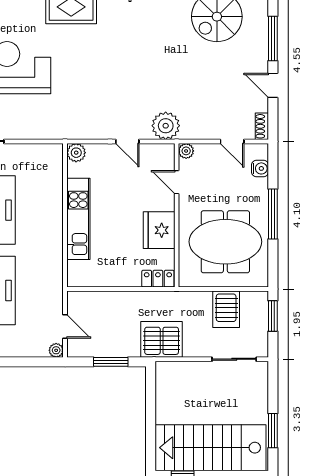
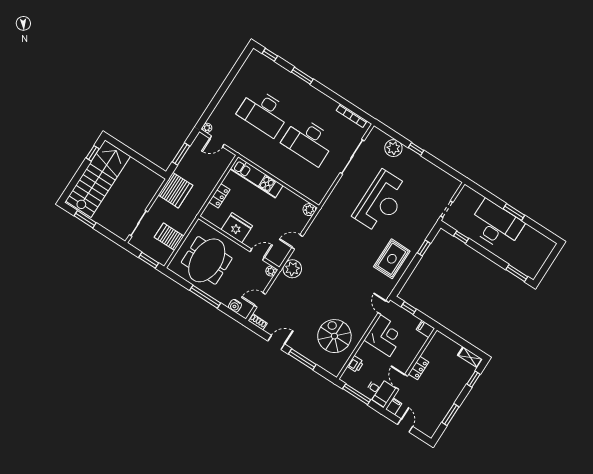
kitchen unit: (78, 219) -> (257, 177), moved
locker: (158, 279) -> (219, 196), moved

